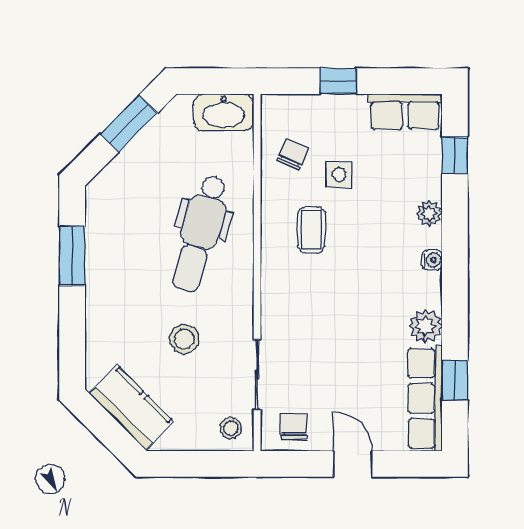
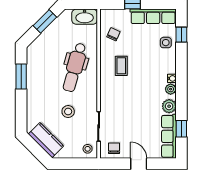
row of seats: (405, 112) -> (153, 16), width x1.48
side table: (339, 174) -> (166, 43), moved
plant: (429, 213) -> (171, 89), moved

